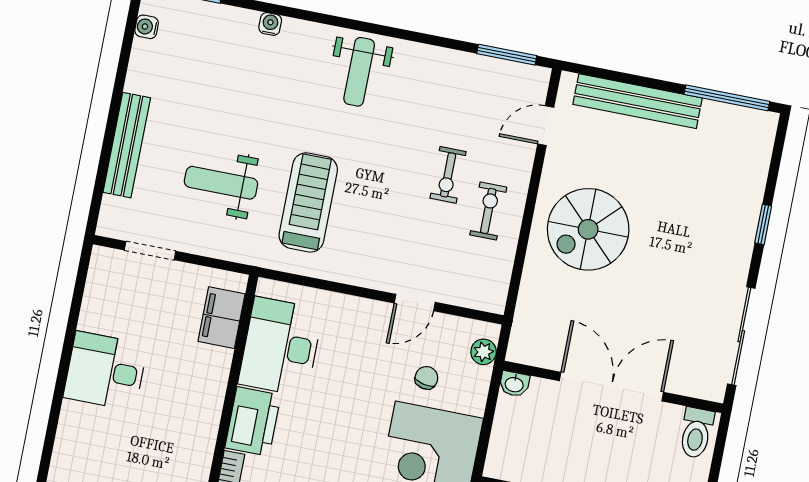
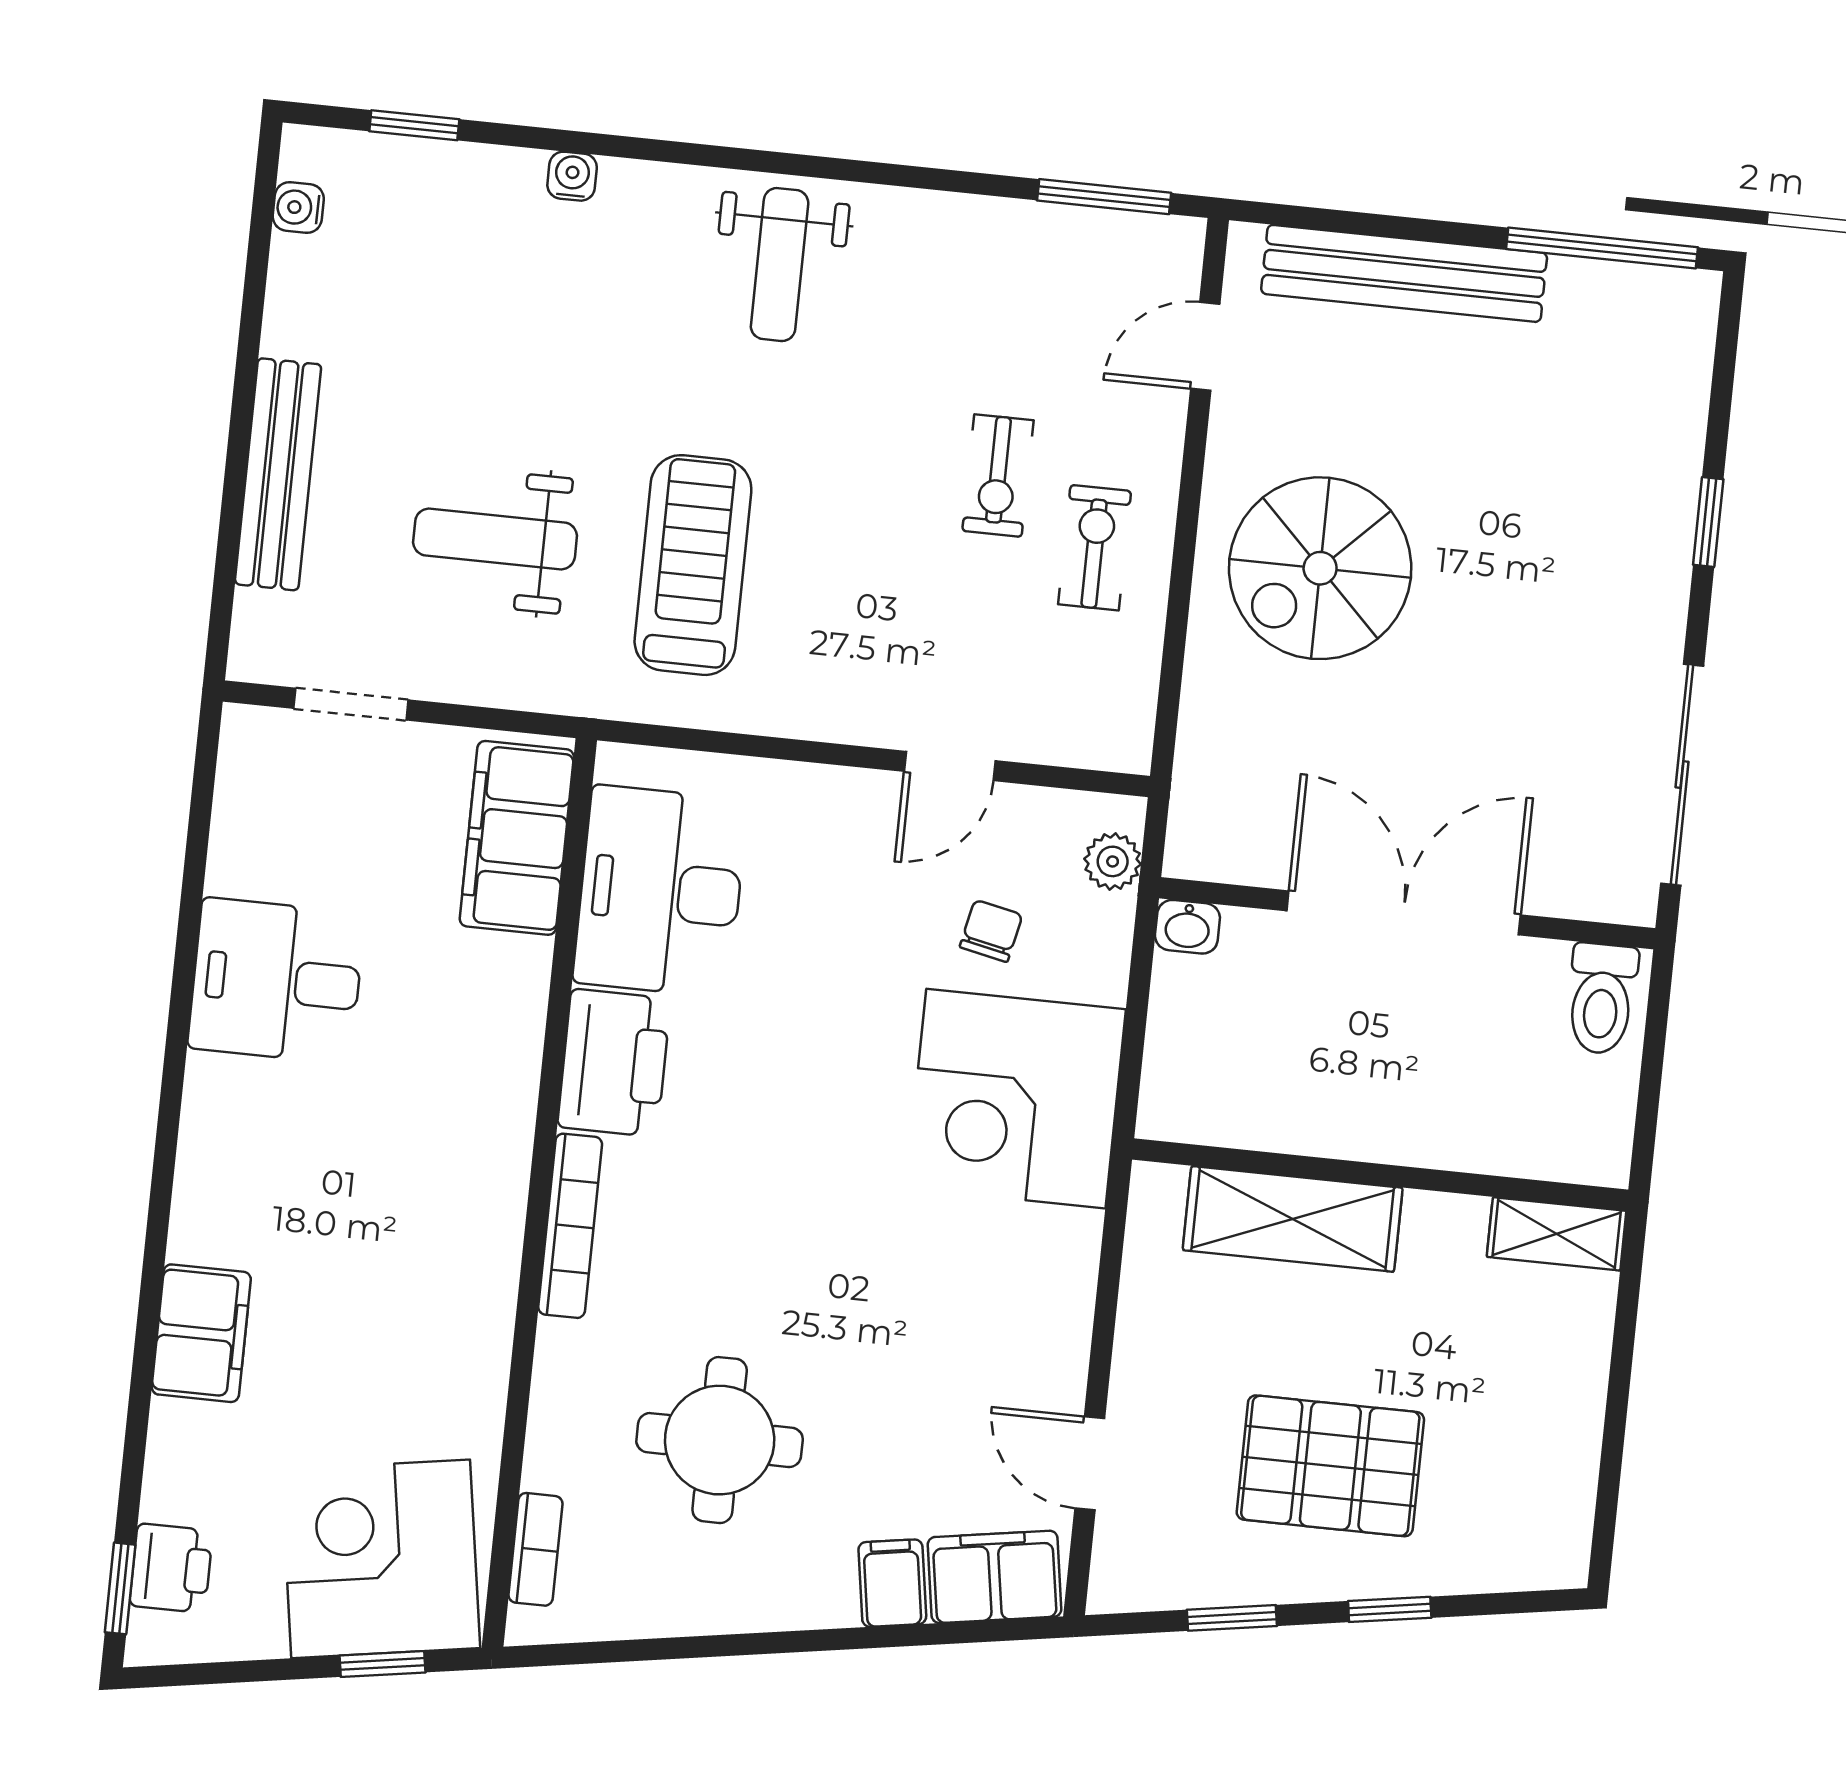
filing cabinet: (222, 318) -> (517, 838), width x1.50, depth x1.17

